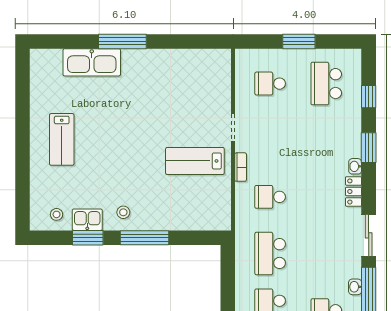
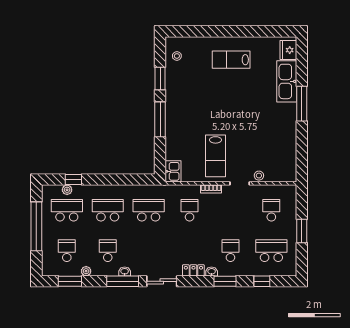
fridge: (48, 60) -> (288, 50), added
school desk: (326, 140) -> (230, 251), added
lab bench: (195, 161) -> (215, 156), turned 180
stool: (123, 212) -> (259, 176), moved
kitchen sink: (87, 220) -> (173, 171), moved

